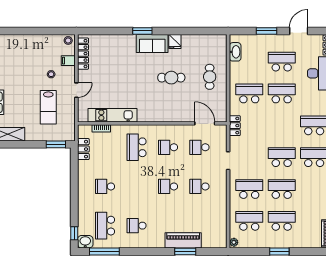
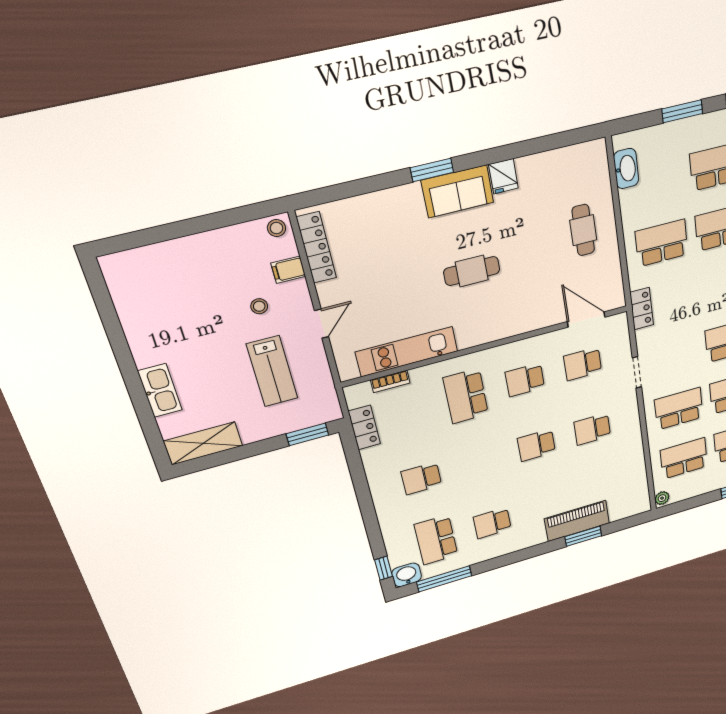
cafe table: (171, 78) -> (472, 271), moved

